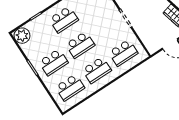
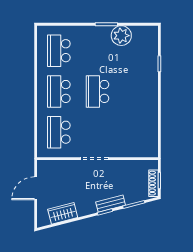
school desk: (64, 20) -> (136, 91), removed
plant: (22, 36) -> (121, 36), moved
school desk: (53, 62) -> (97, 51), removed

